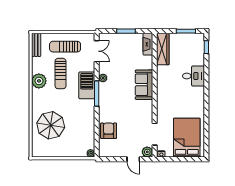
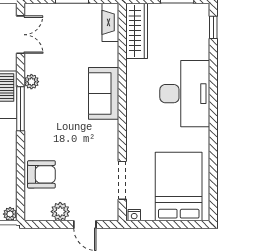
desk: (193, 76) -> (185, 94), width x1.87, depth x1.30
armchair: (109, 131) -> (41, 174), turned 90
plant: (147, 152) -> (60, 212), moved

